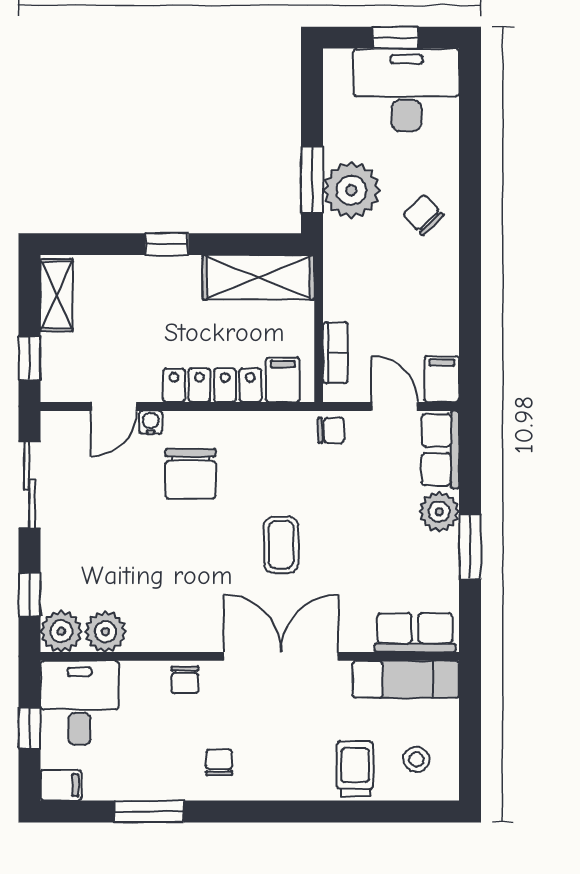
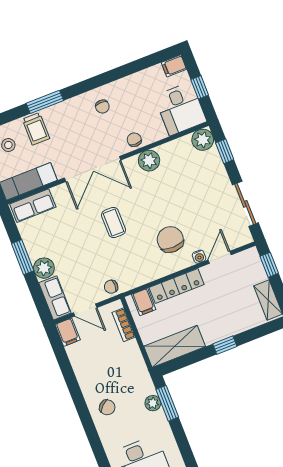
plant: (351, 190) -> (153, 403), width x0.53, depth x0.53
plant: (105, 632) -> (149, 161), moved
window: (149, 811) -> (45, 102), moved

